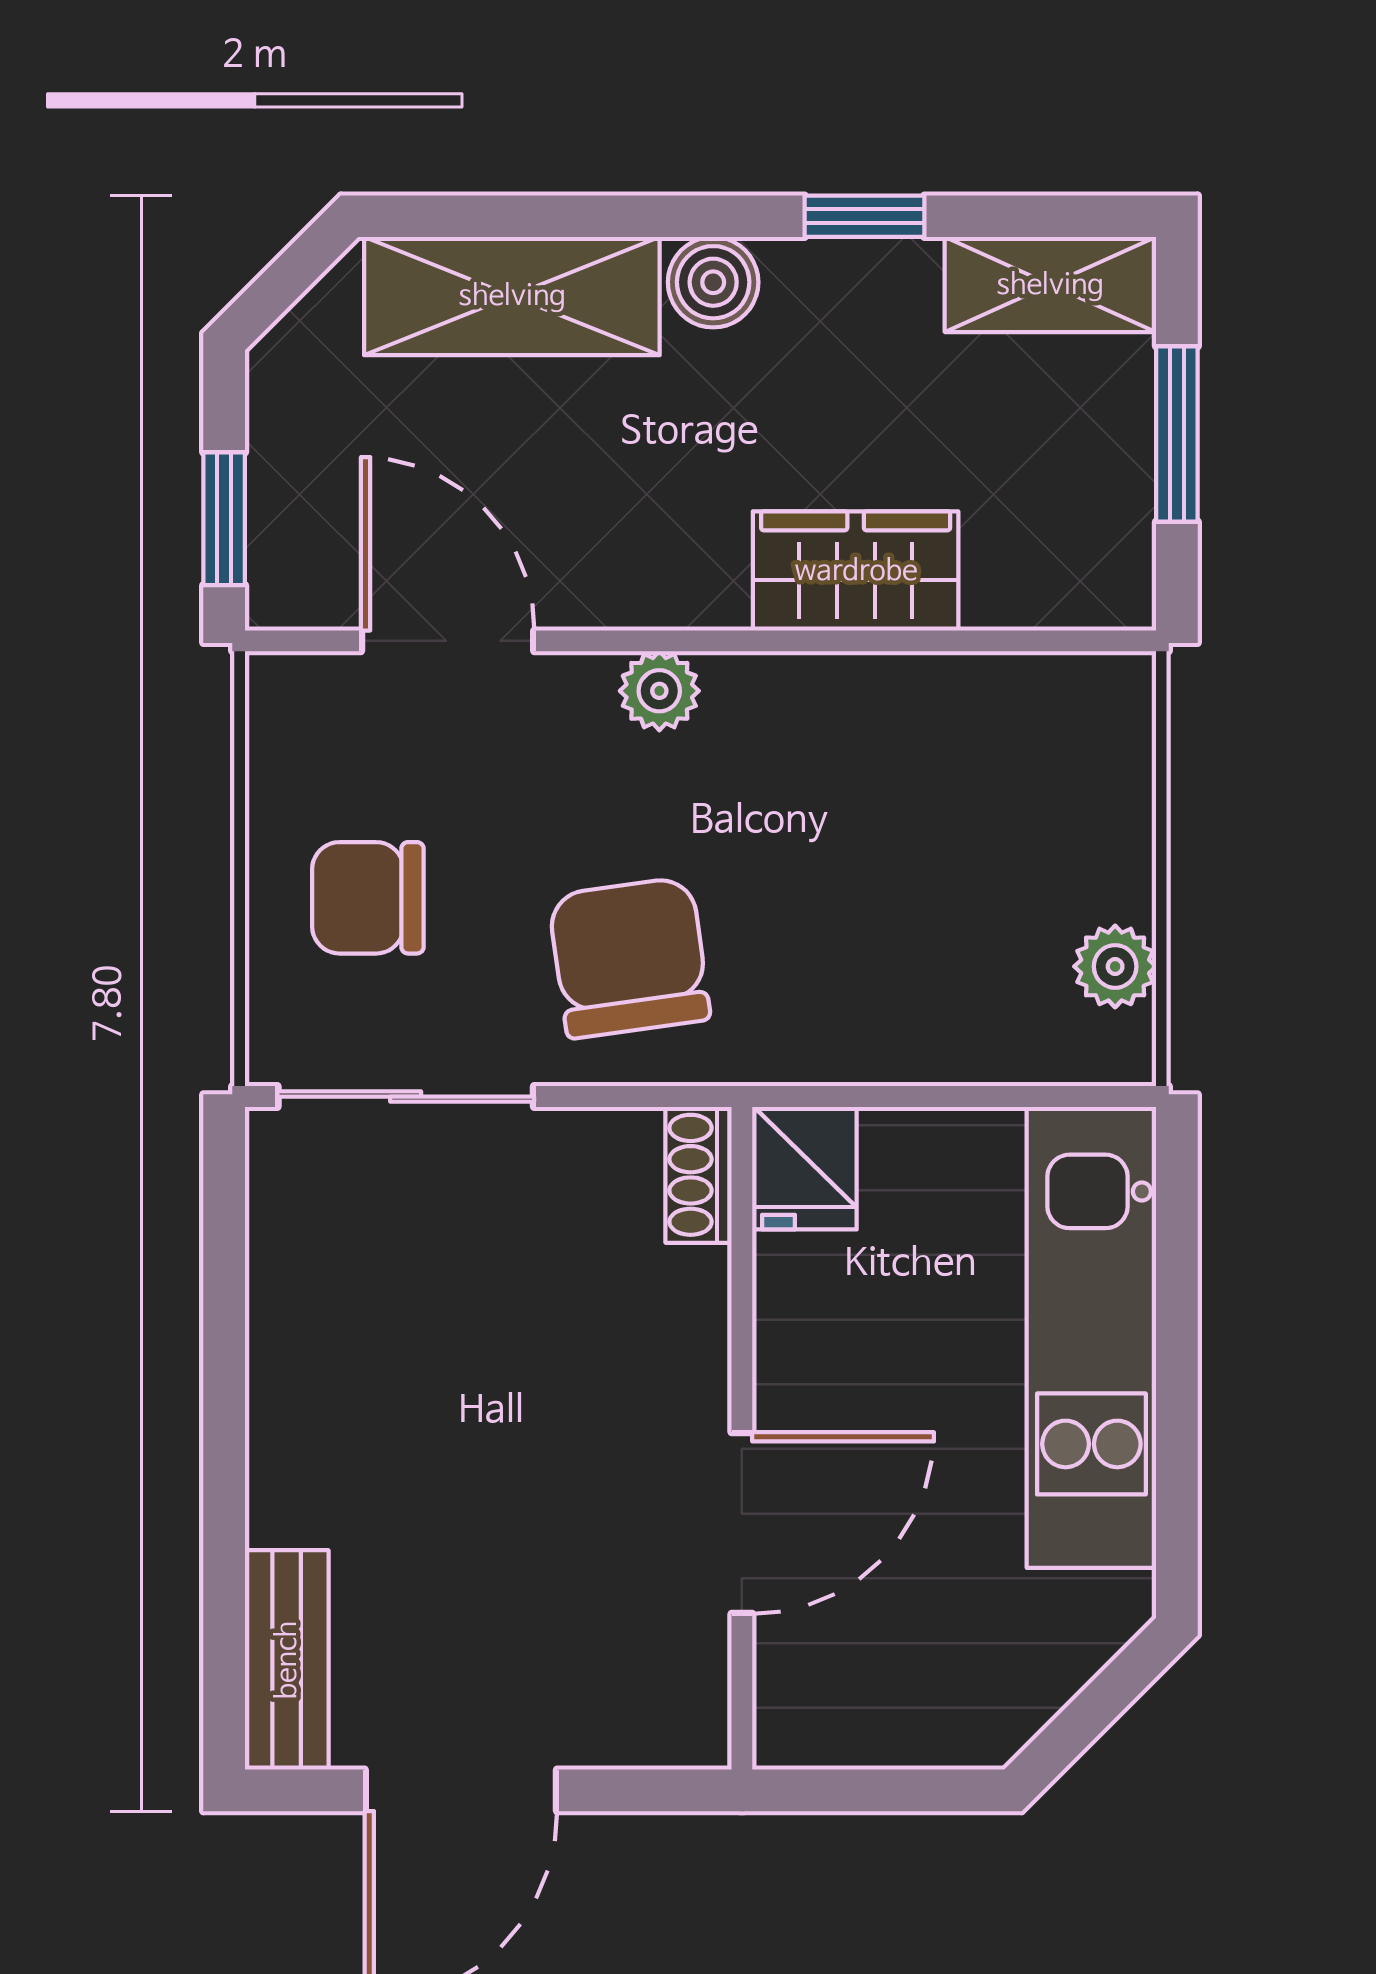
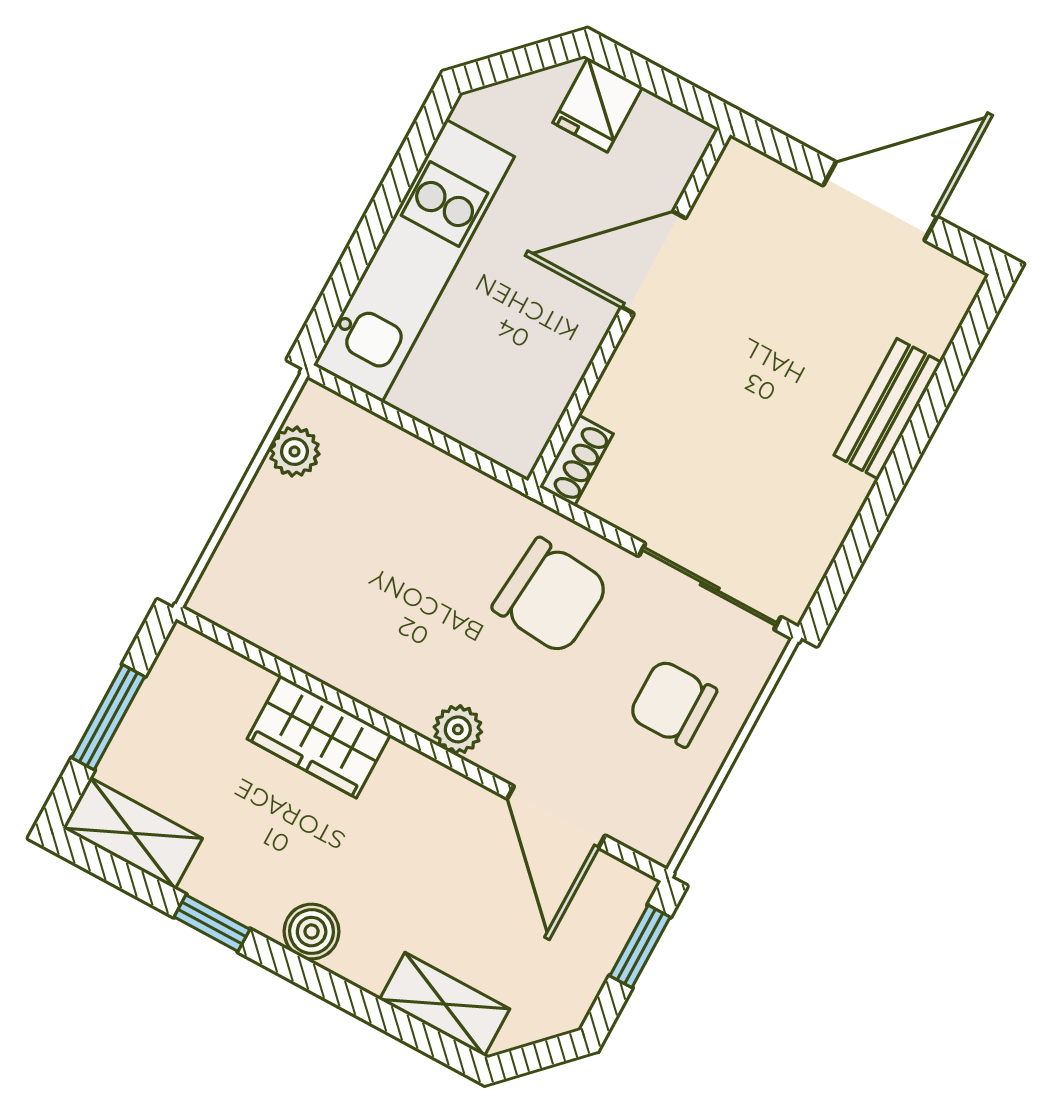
shelving: (512, 296) -> (445, 1004), width x0.67, depth x0.75
chair: (368, 898) -> (673, 703), turned 180
chair: (629, 958) -> (551, 596), turned -77
fridge: (805, 1168) -> (598, 105), moved, turned 180
bench: (287, 1660) -> (888, 409), moved

